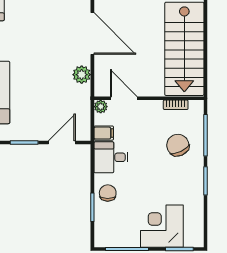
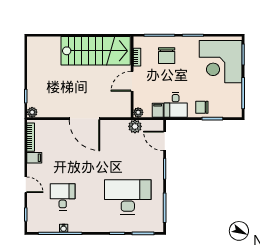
door: (92, 34) -> (84, 119), swing flipped
plant: (82, 75) -> (135, 126), moved
door: (124, 98) -> (132, 81), moved
chair: (178, 145) -> (167, 56), turned -65
corner desk: (162, 226) -> (221, 62), width x1.36, depth x1.36

